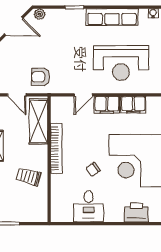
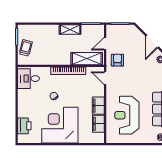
door: (83, 95) -> (105, 78), moved
trolley: (28, 177) -> (26, 48), moved
desk: (89, 206) -> (28, 79), moved

